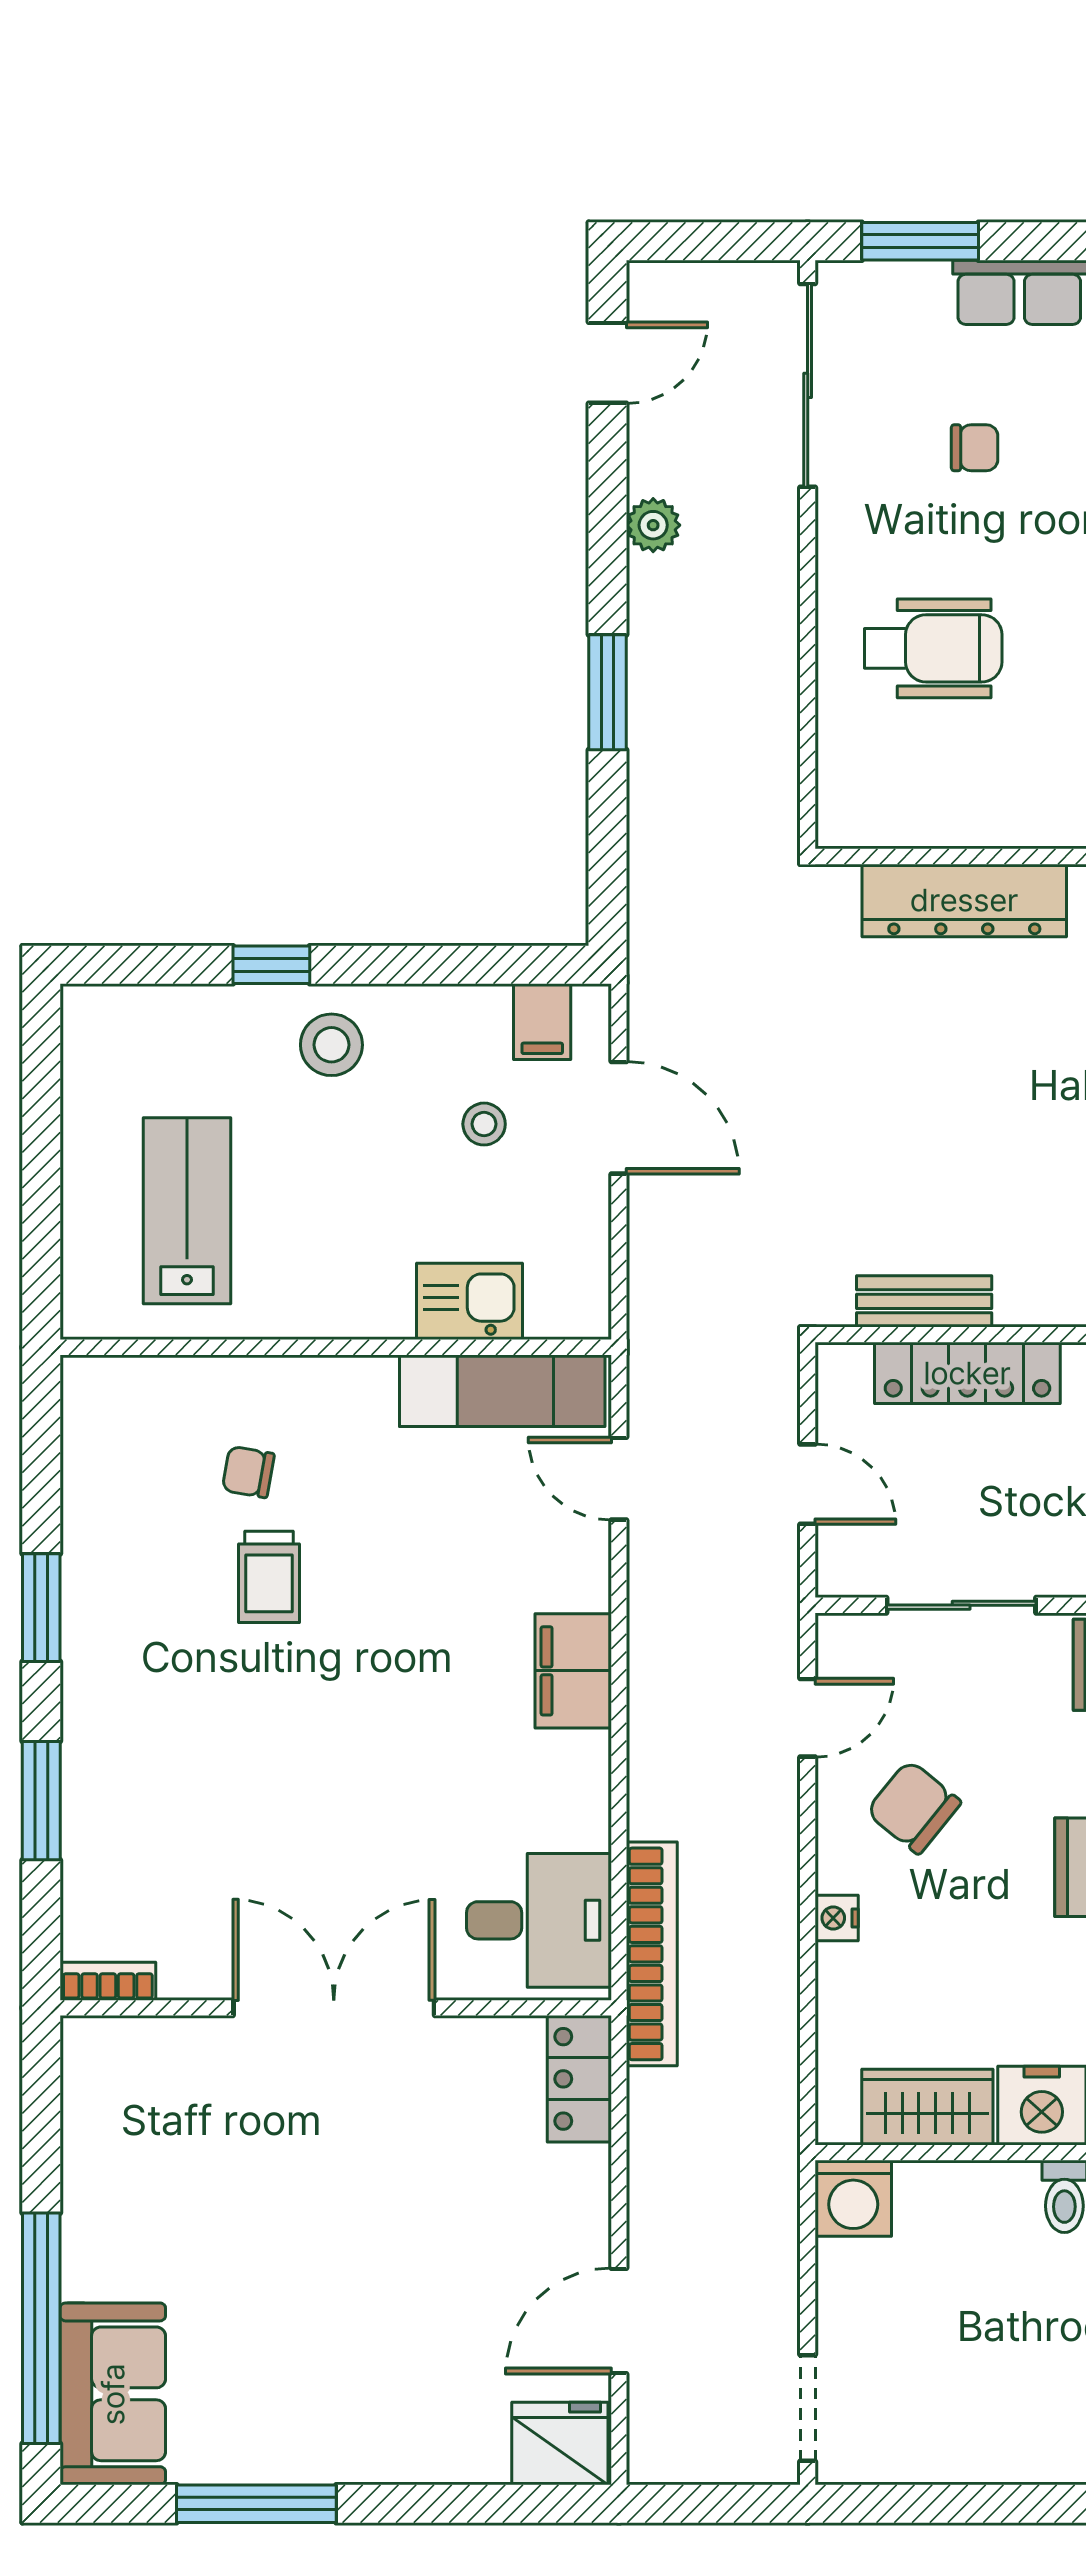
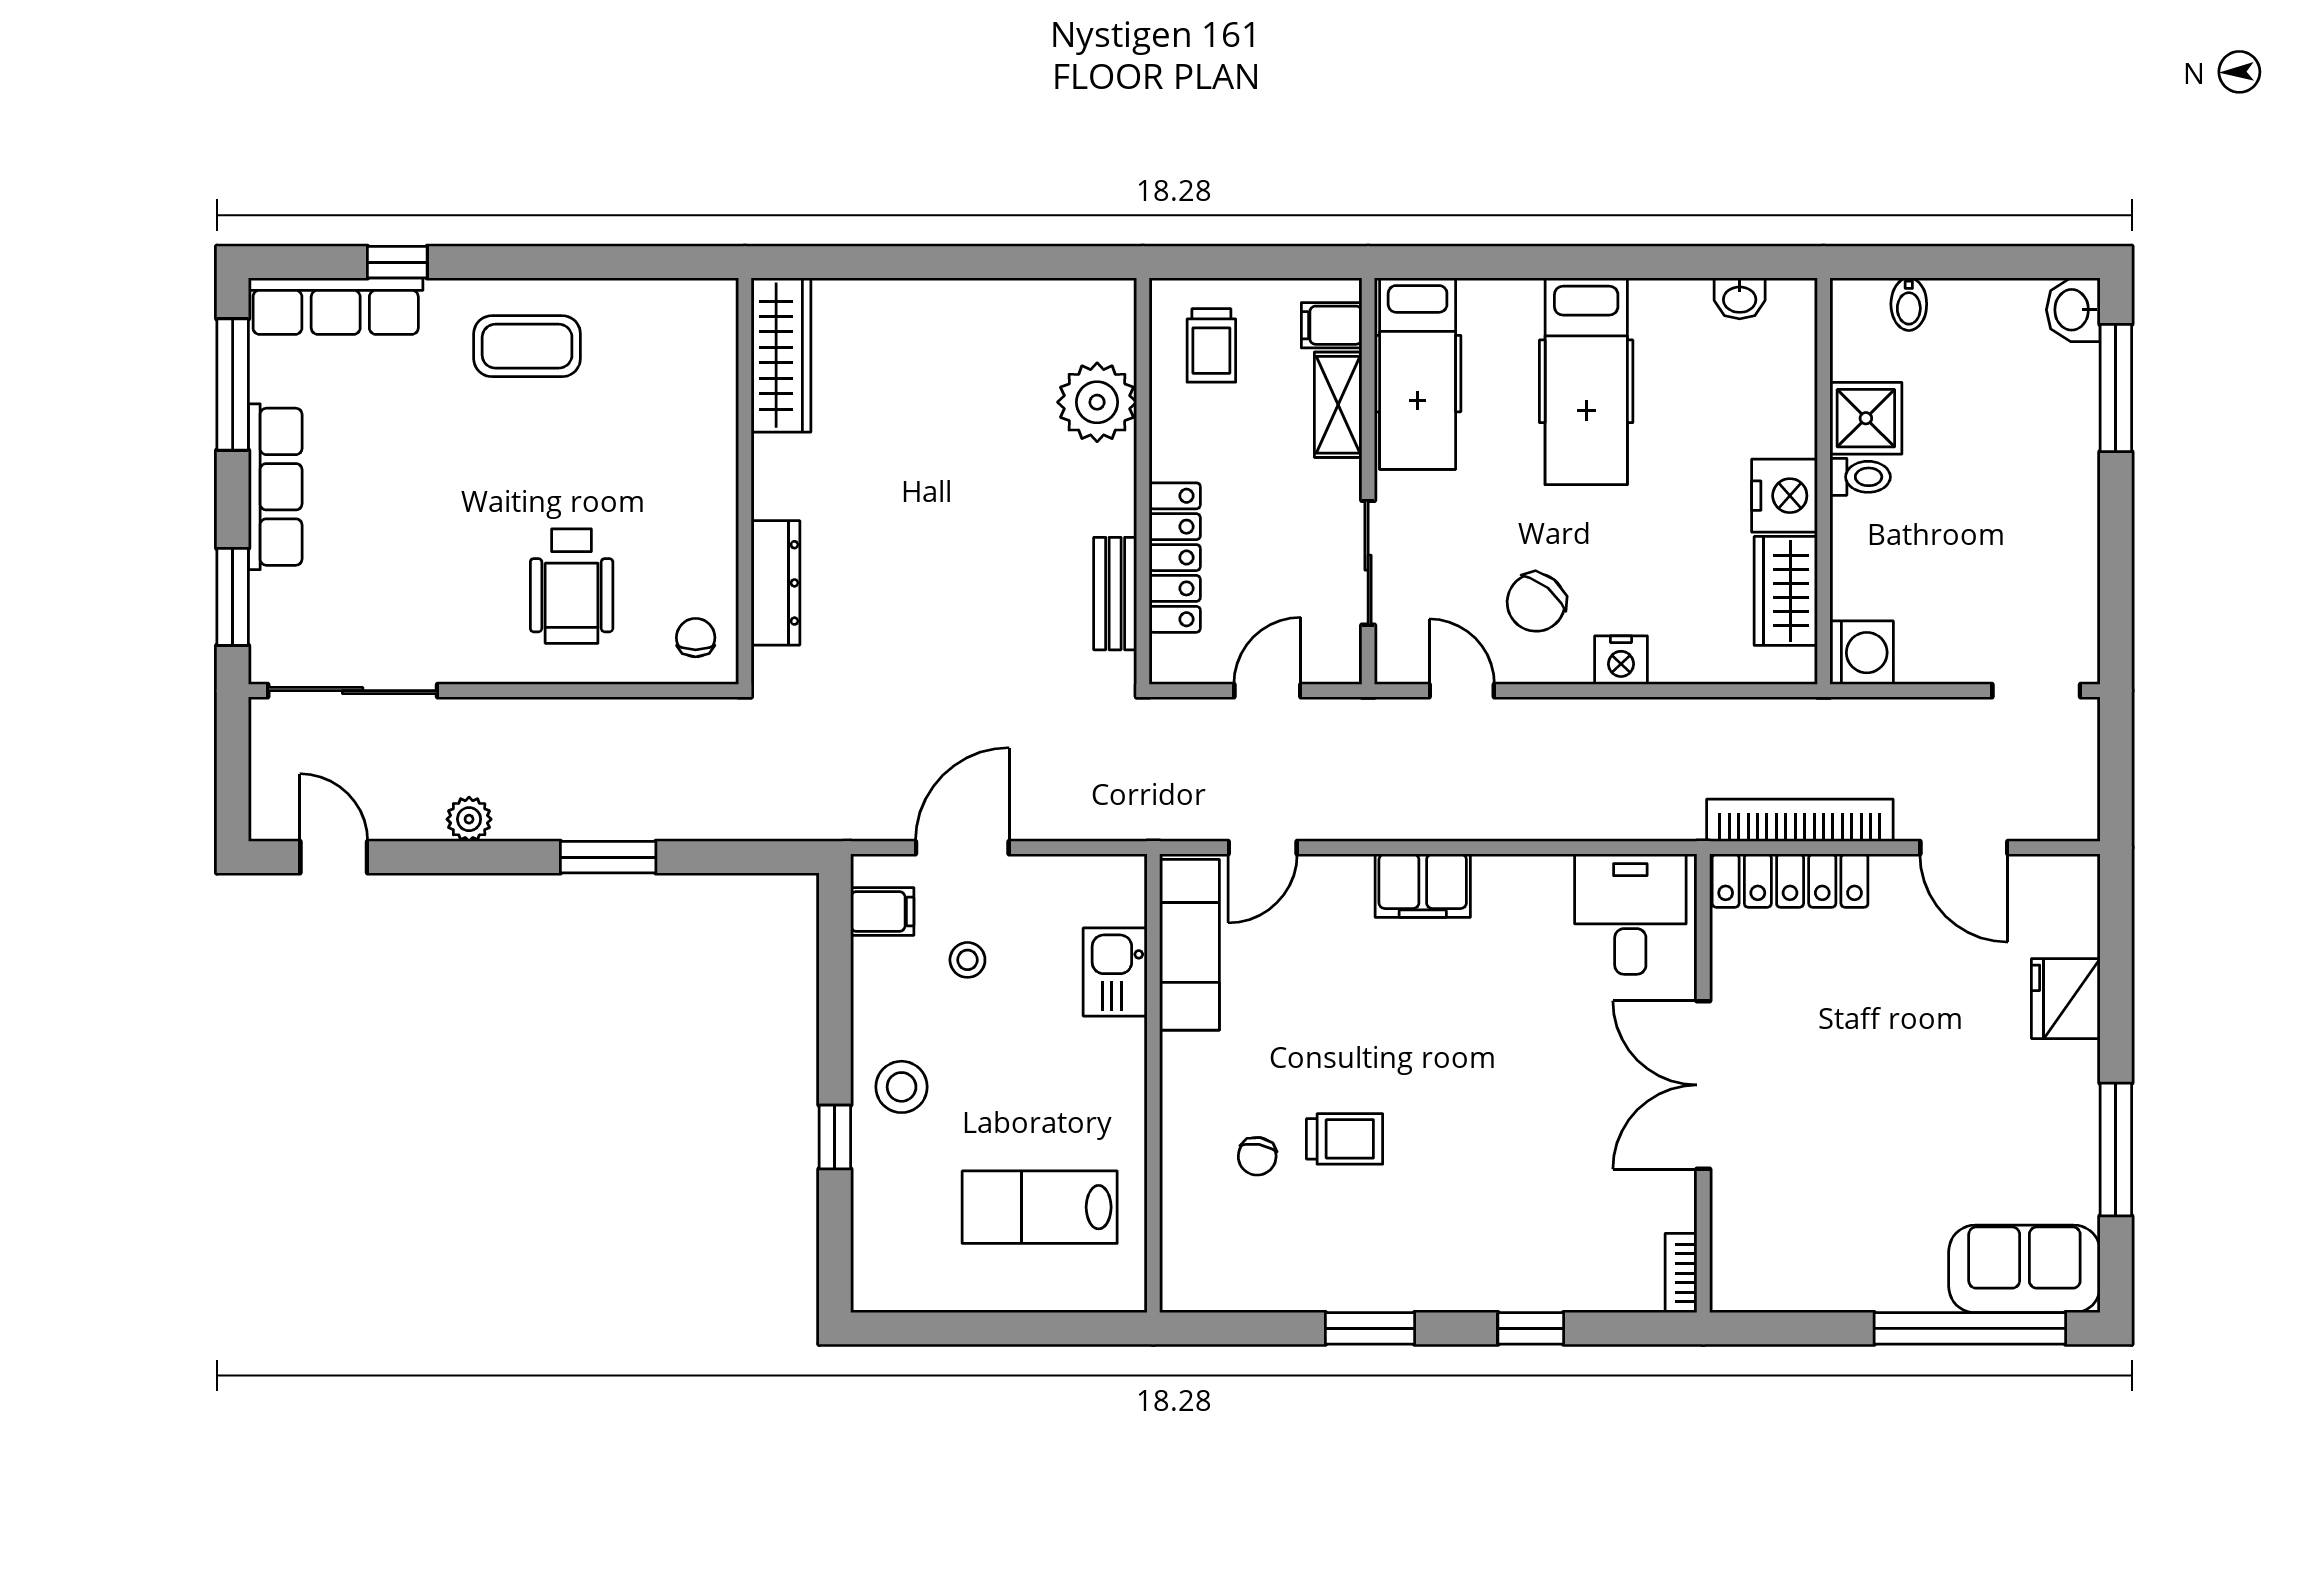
chair: (975, 448) -> (696, 638), moved
wheelchair: (933, 648) -> (572, 586), turned 180
dresser: (964, 900) -> (775, 583), width x0.73, depth x0.80
window: (41, 1801) -> (1531, 1328), width x0.67
nightstand: (837, 1918) -> (1621, 660), width x1.39, depth x1.35
bookcase: (652, 1954) -> (1800, 820), moved
locker: (579, 2079) -> (1790, 881), width x1.53
fridge: (560, 2443) -> (2066, 999), moved

